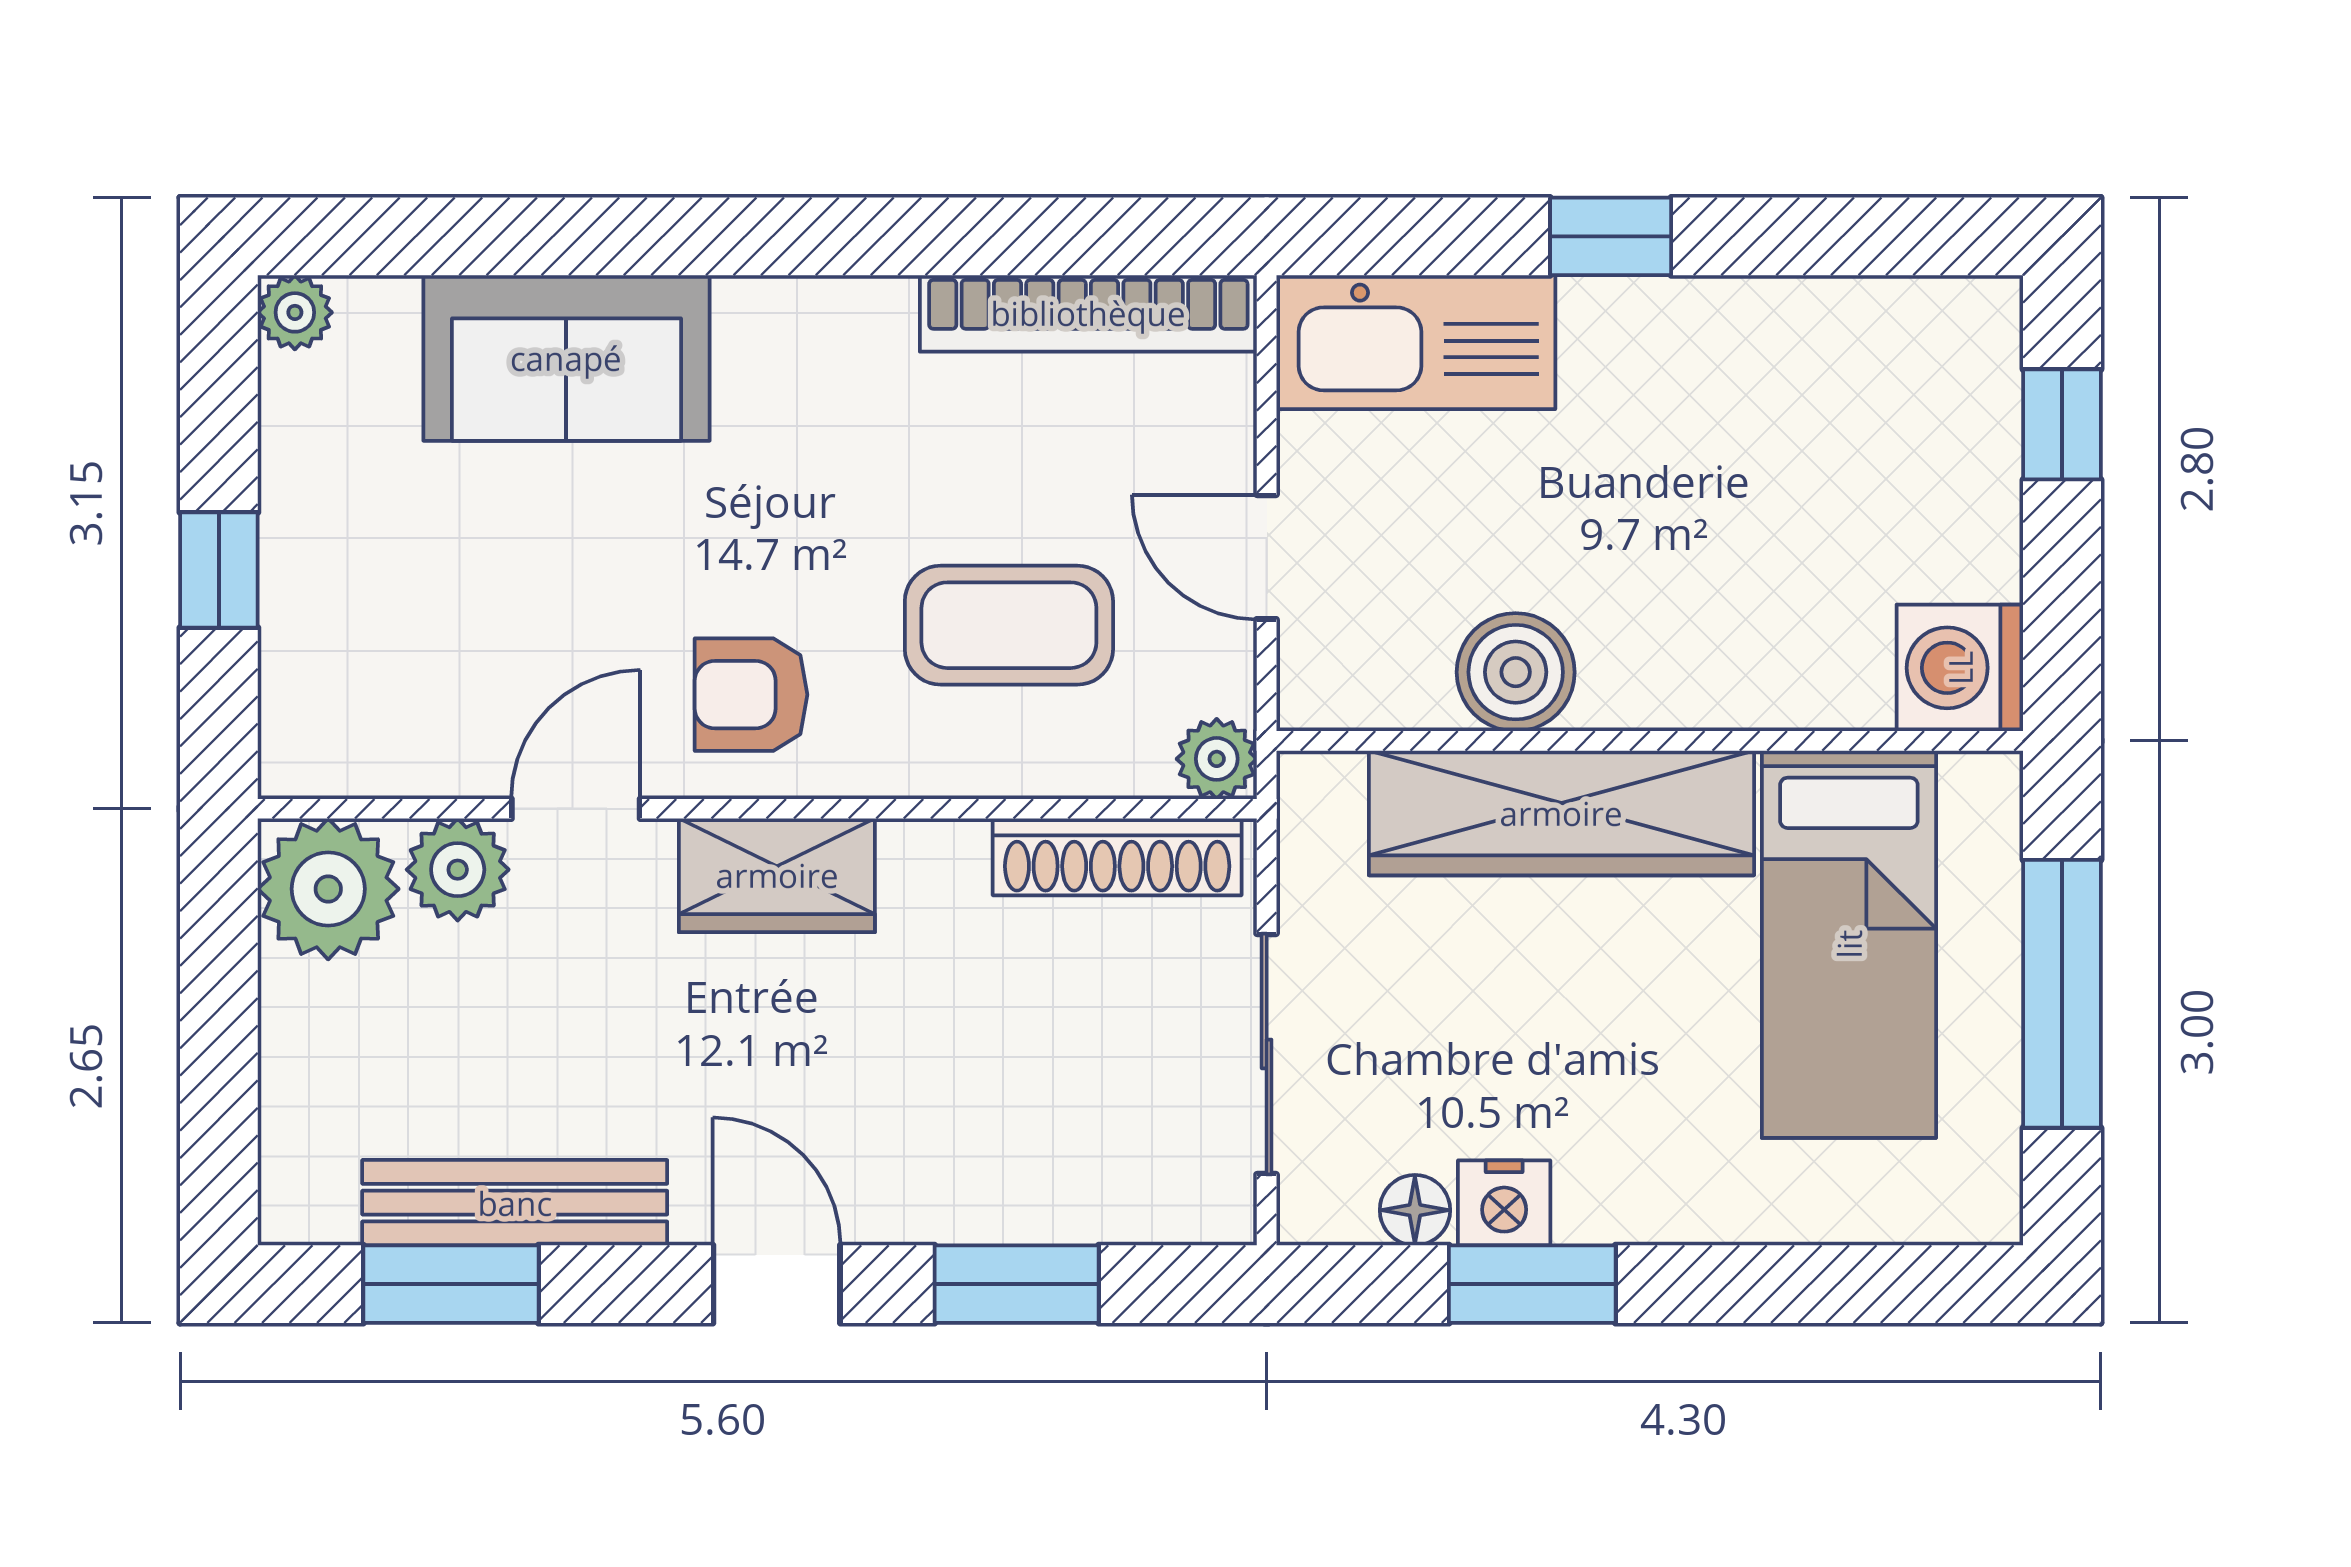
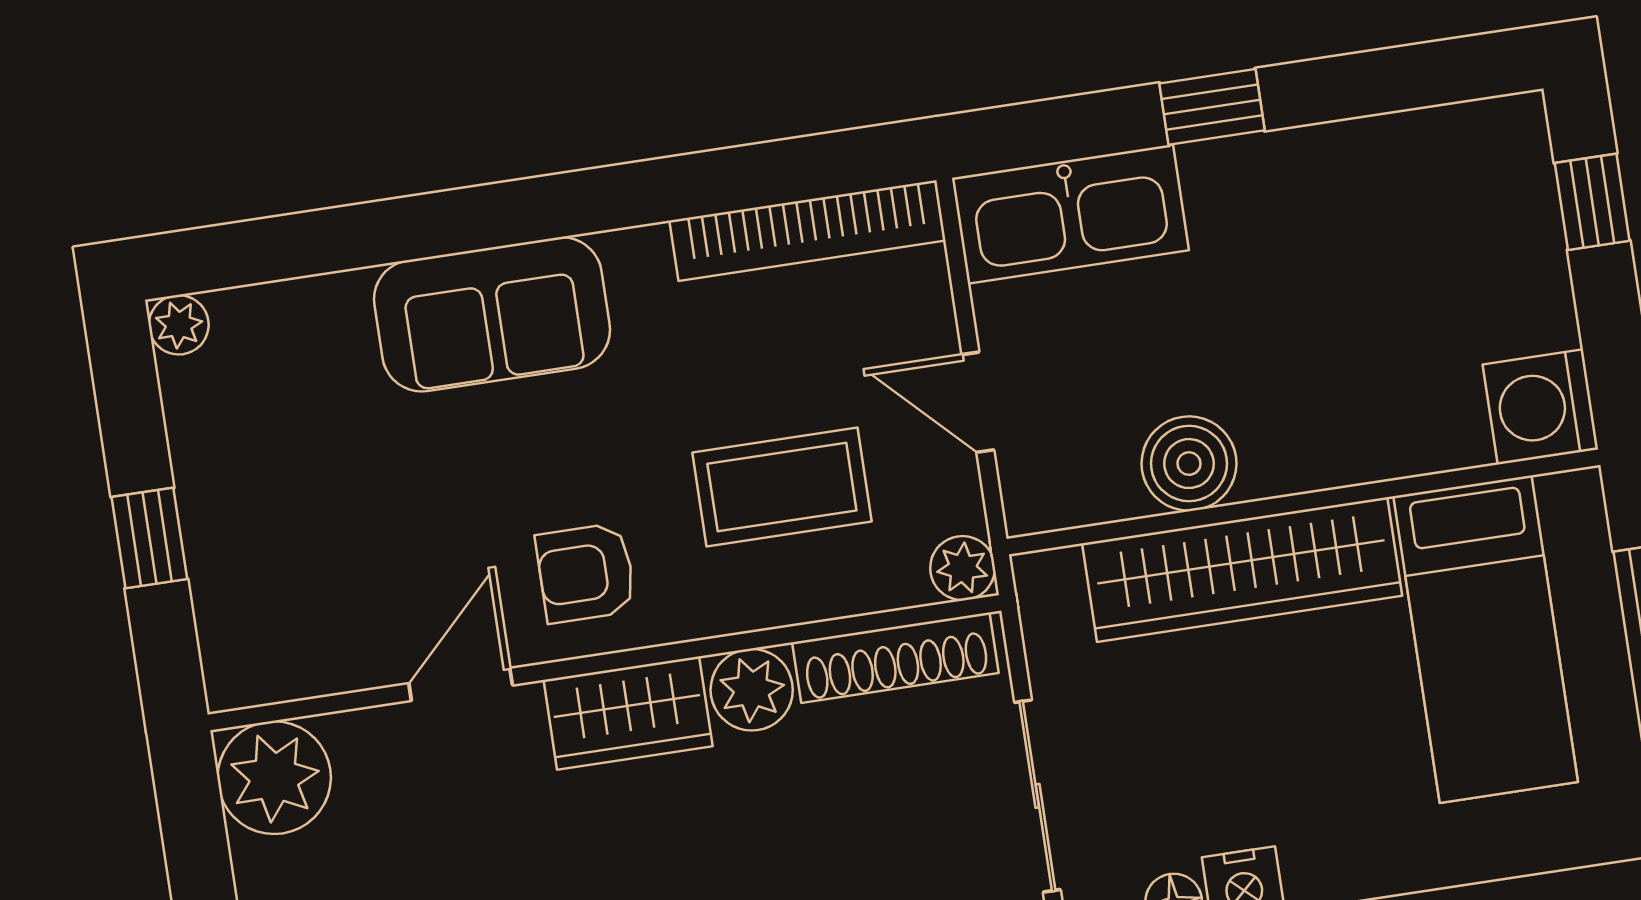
sofa: (566, 358) -> (492, 314), moved
plant: (458, 870) -> (752, 690), moved

